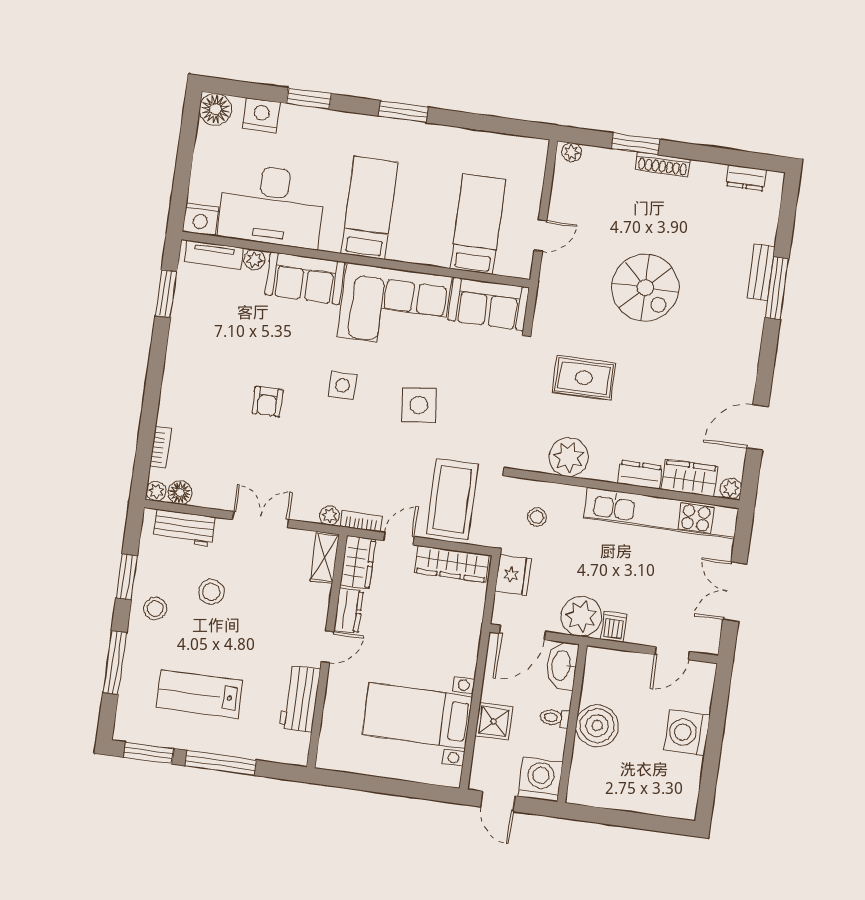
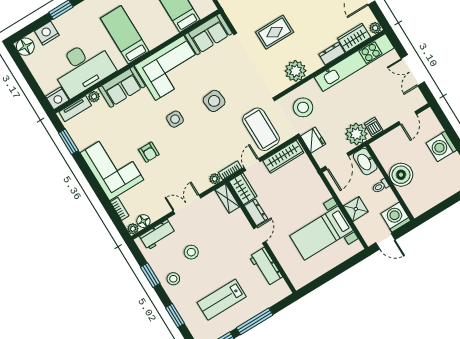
corner sofa: (199, 379) -> (112, 166), added
stool: (537, 517) -> (303, 107), width x1.89, depth x1.89
window: (115, 662) -> (175, 316), width x0.69

